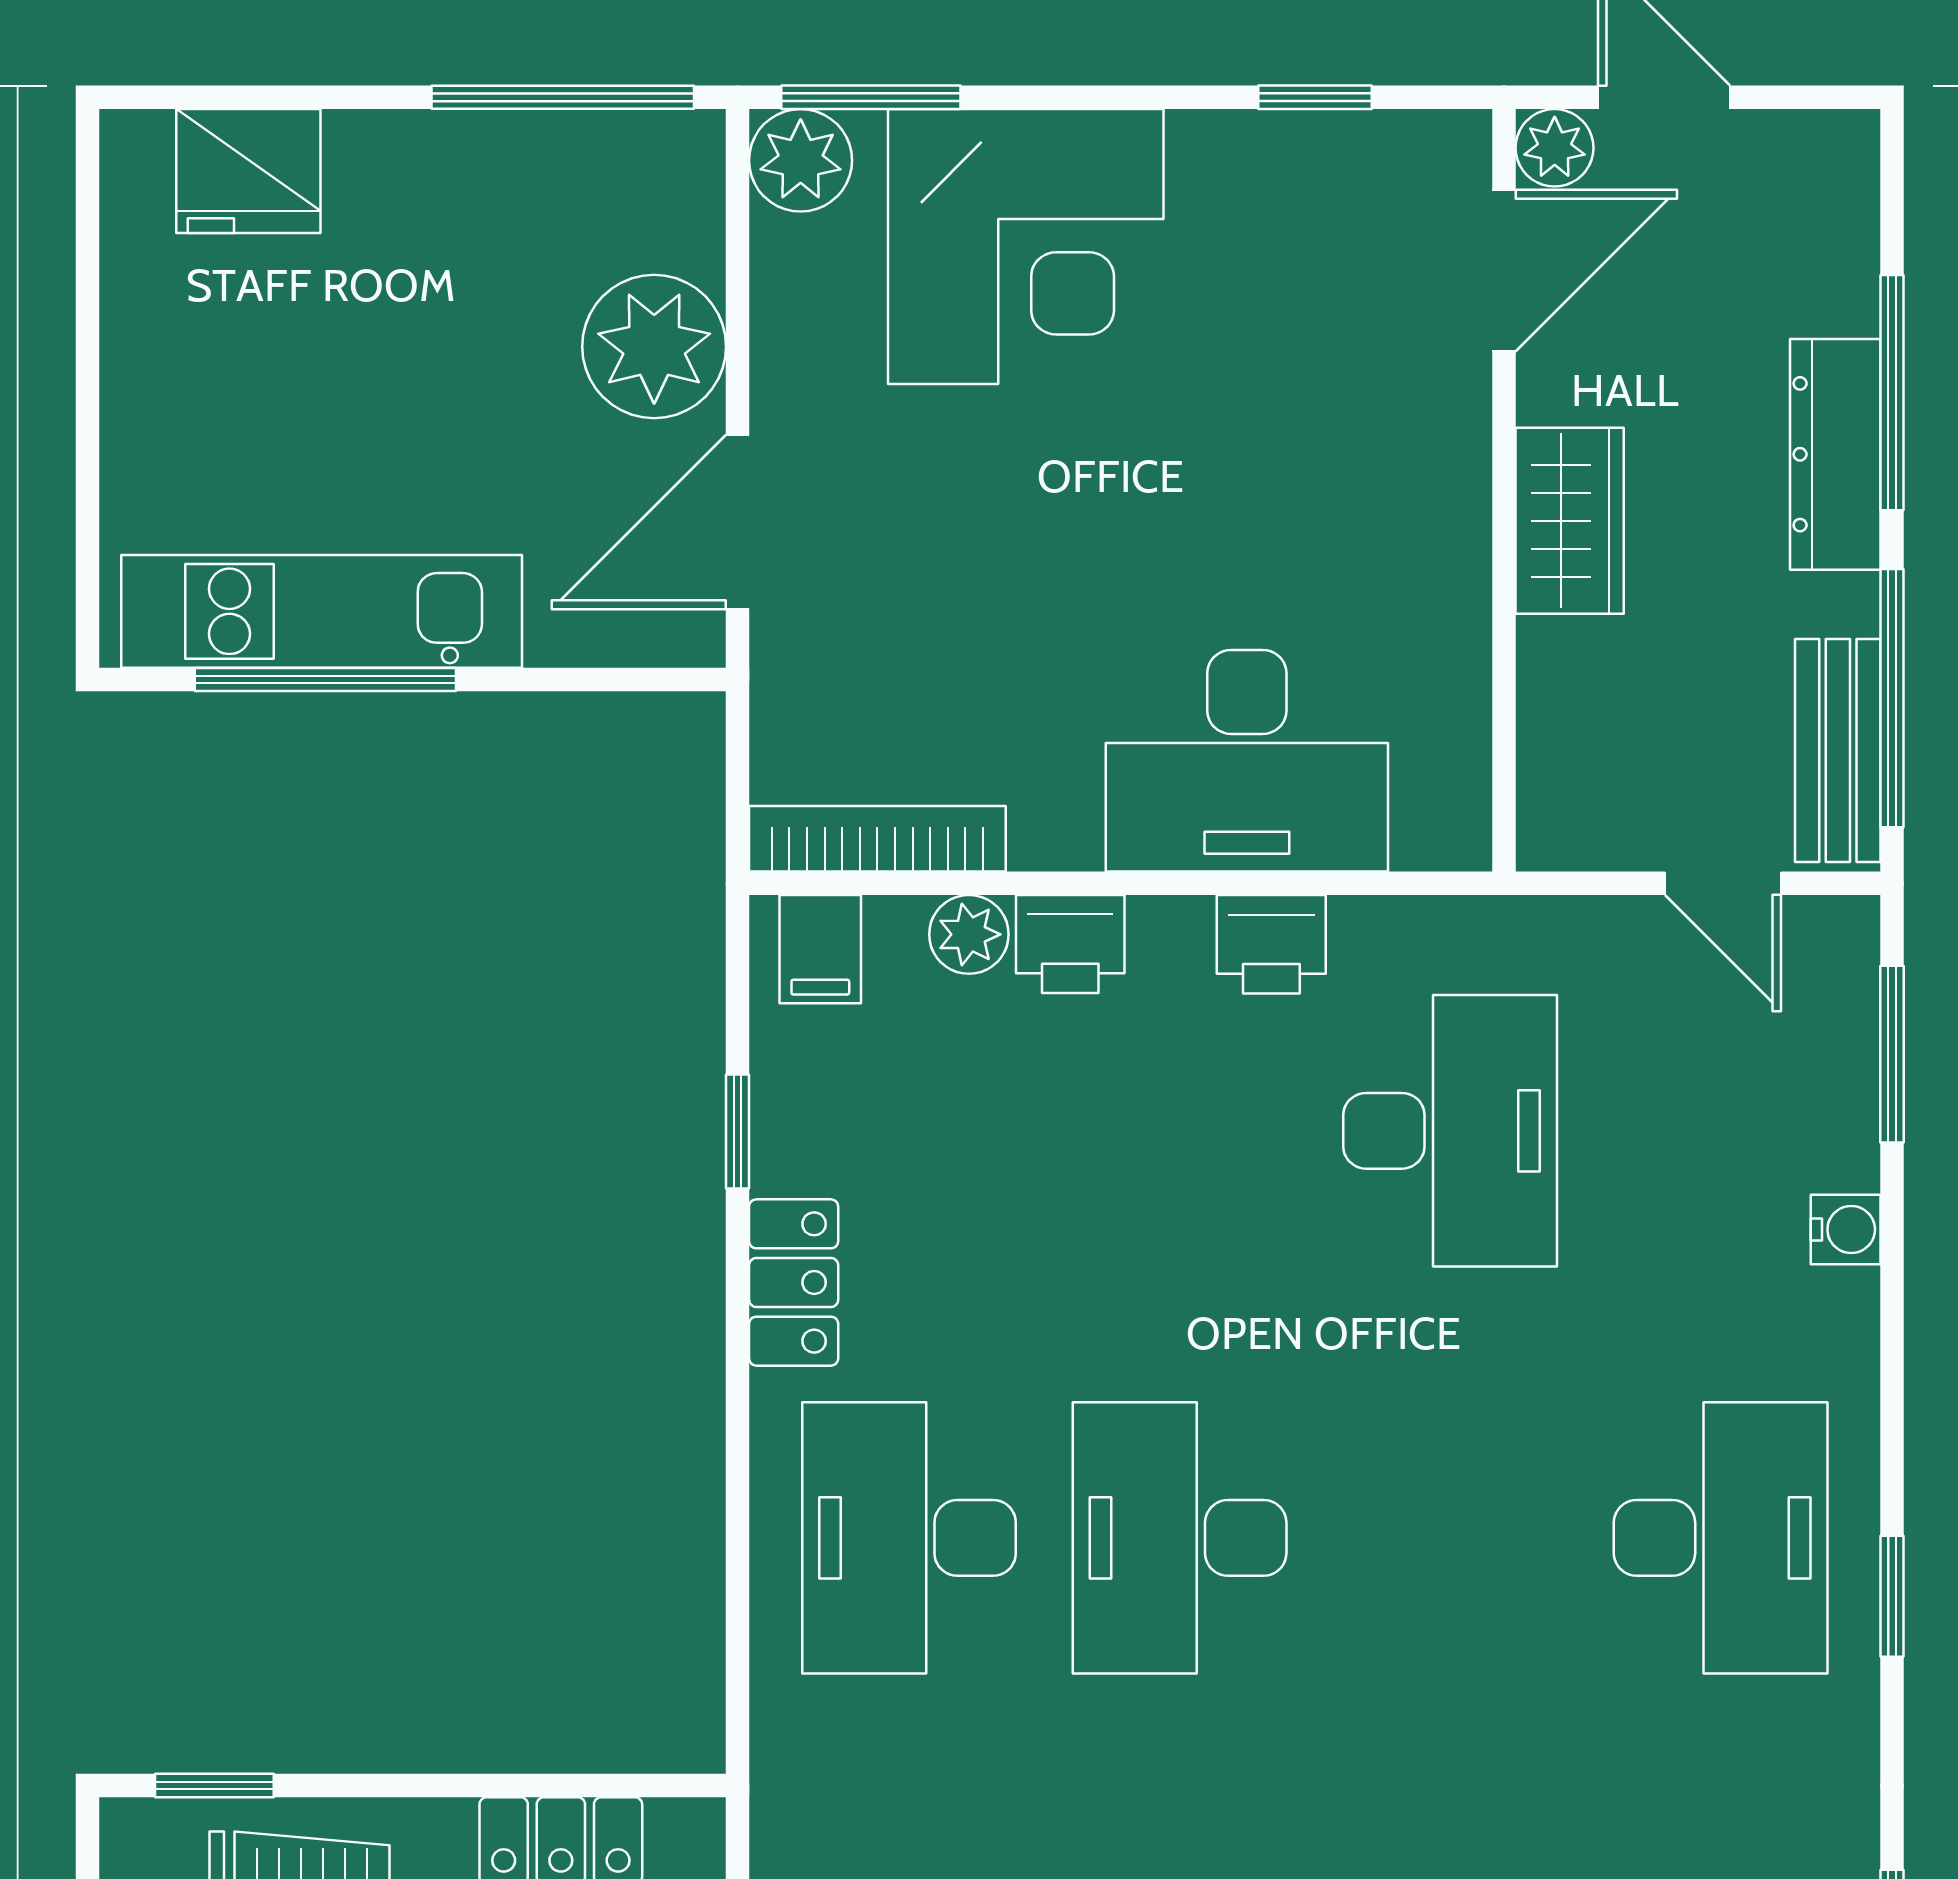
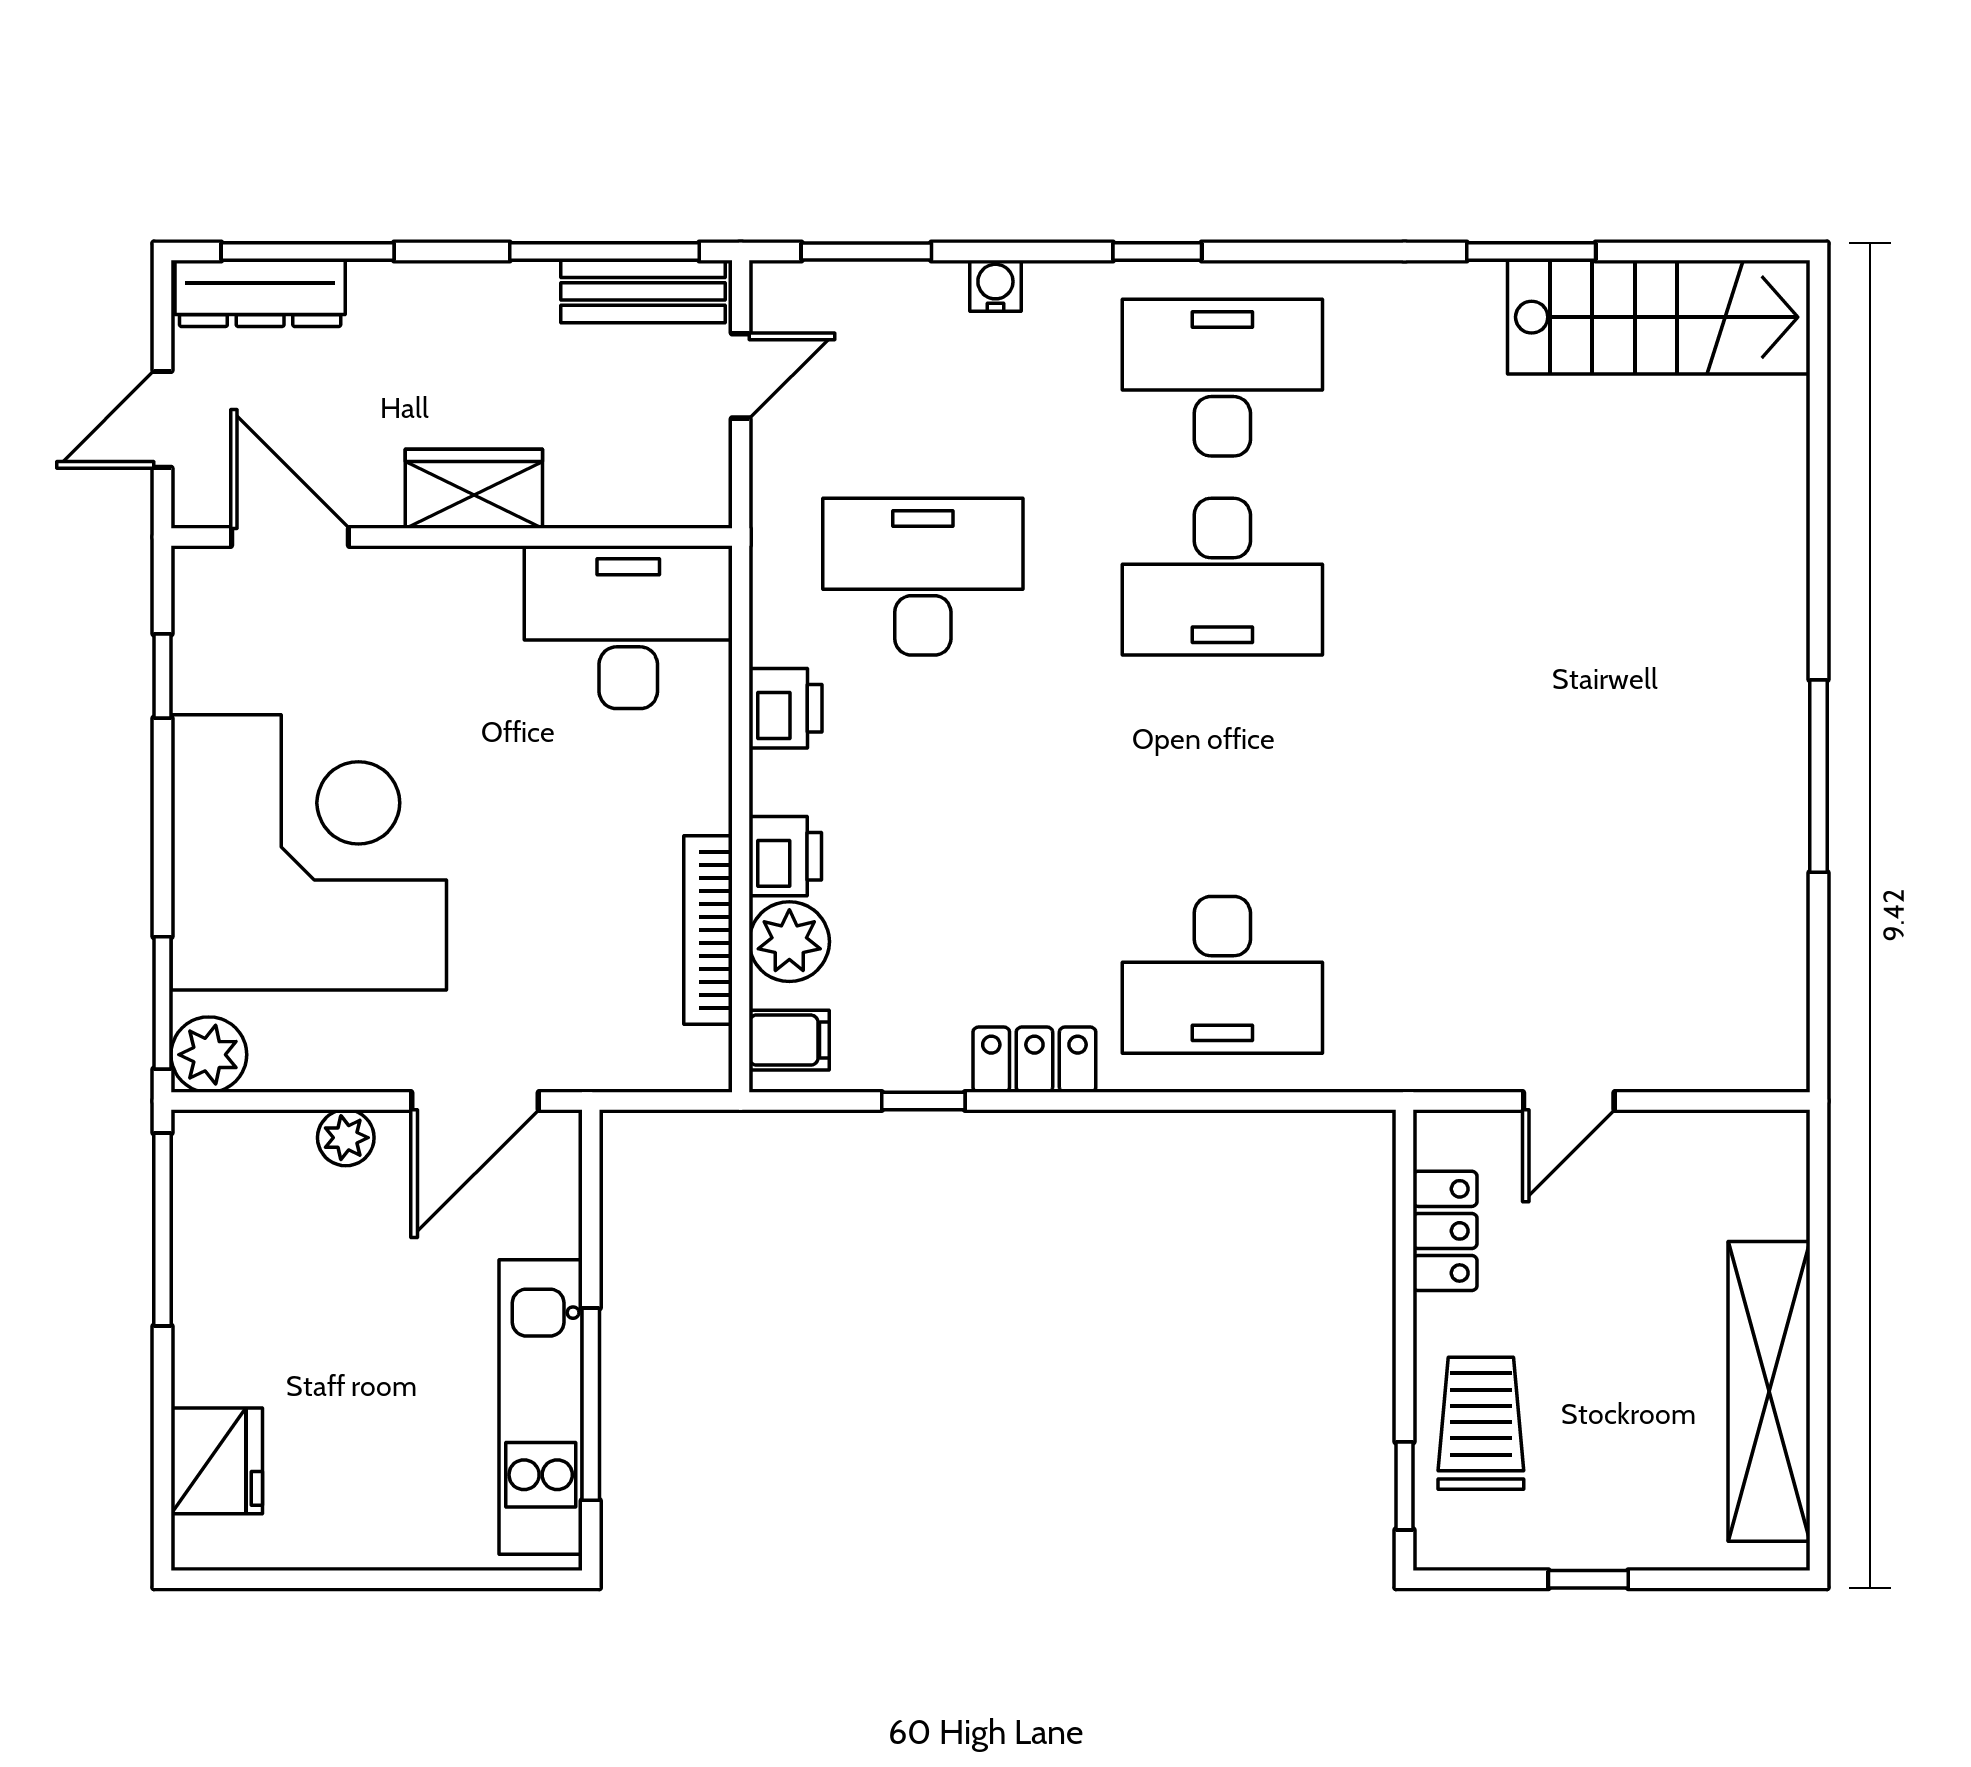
plant: (1555, 148) -> (200, 500), removed
corner desk: (1026, 247) -> (309, 852), width x1.36, depth x1.36
plant: (654, 347) -> (346, 1138), width x0.53, depth x0.53
window: (1892, 393) -> (308, 251), moved
dresser: (1835, 454) -> (260, 293), moved
door: (738, 522) -> (475, 1101), hinge flipped
desk: (1247, 761) -> (628, 627), moved, turned -90
bookcase: (877, 839) -> (708, 930), moved
plant: (969, 934) -> (789, 942), width x1.38, depth x1.38
desk: (1180, 1538) -> (1222, 577), moved
window: (1892, 1596) -> (1157, 251), moved

